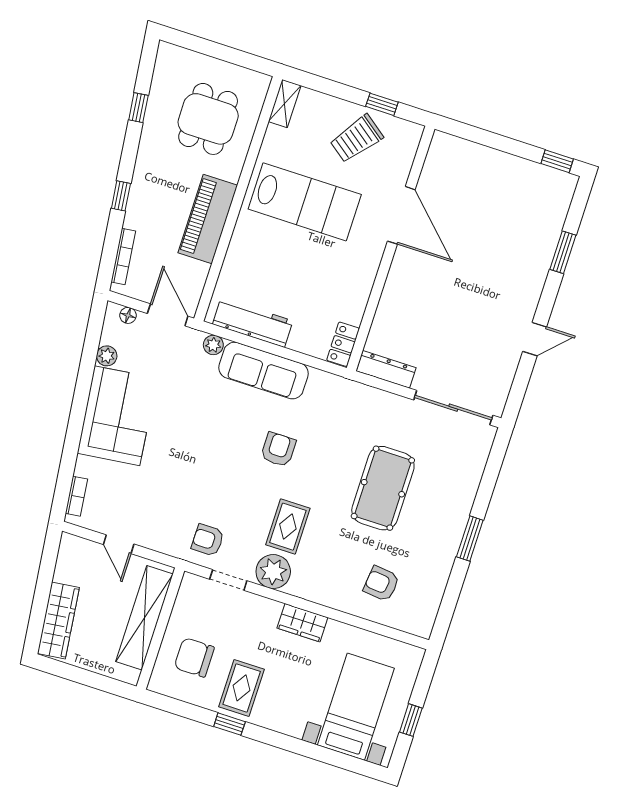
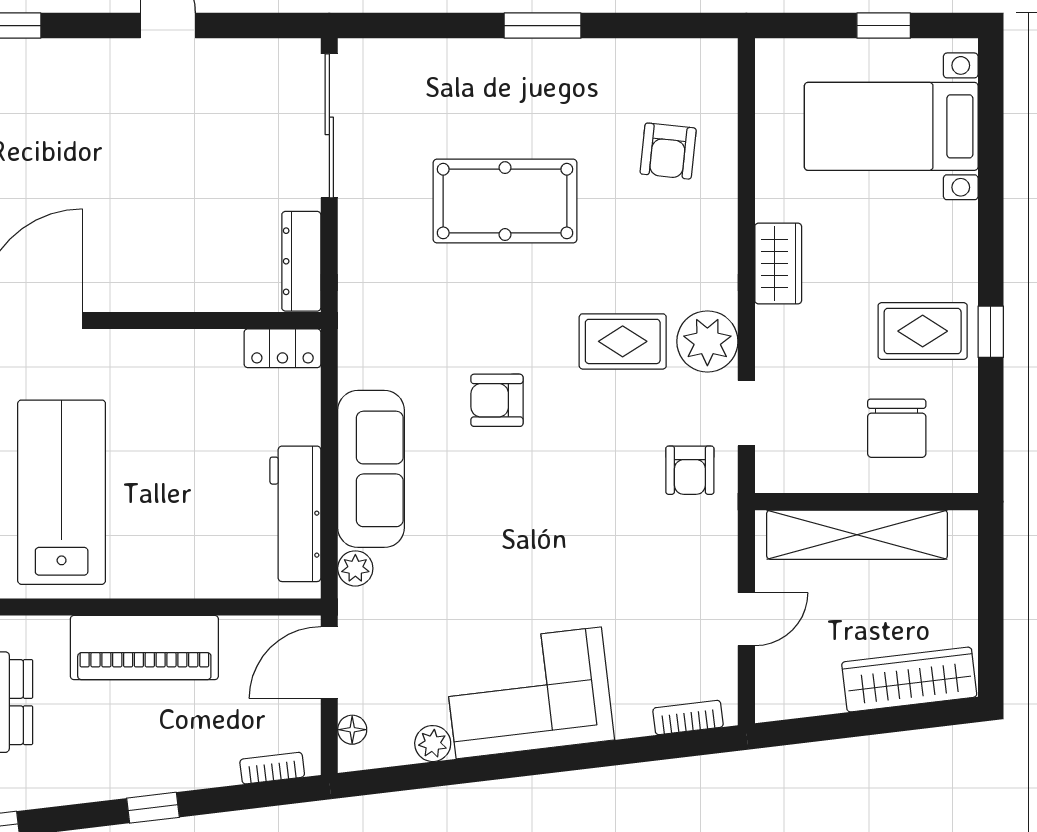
bookcase: (123, 256) -> (272, 768), width x0.64

